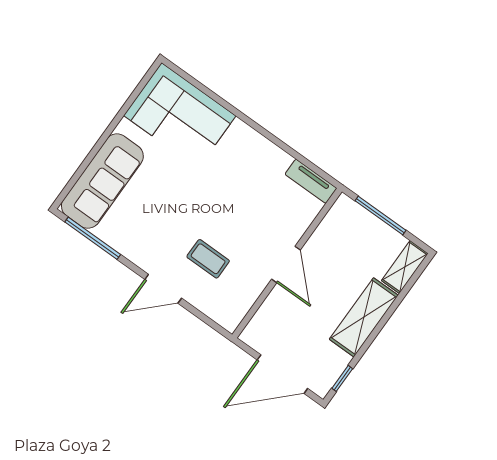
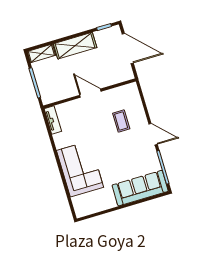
corner sofa: (180, 116) -> (80, 169), moved
door: (286, 265) -> (90, 93), hinge flipped
door: (163, 289) -> (153, 134), moved

